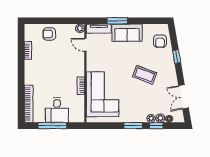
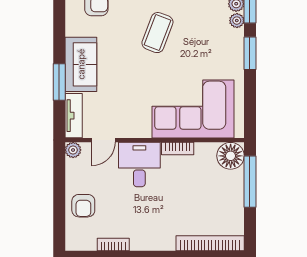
desk: (57, 110) -> (139, 164), moved, turned -90
floor lamp: (77, 115) -> (231, 156), added
window: (52, 126) -> (250, 182), moved

